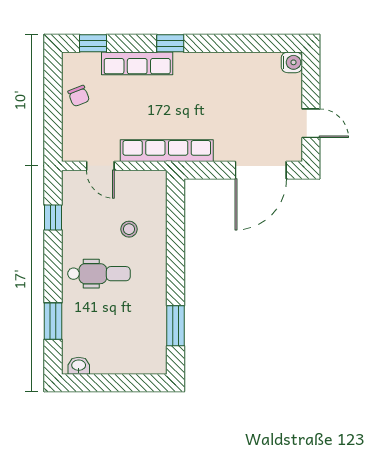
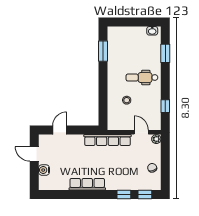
window: (170, 43) -> (124, 194), moved
water cooler: (292, 62) -> (44, 170), moved
row of seats: (137, 63) -> (87, 184), moved
plant: (71, 153) -> (156, 139), added
door: (261, 170) -> (60, 130), width x0.53

